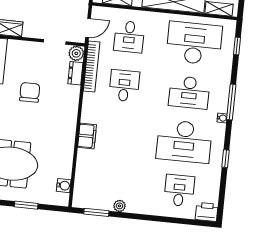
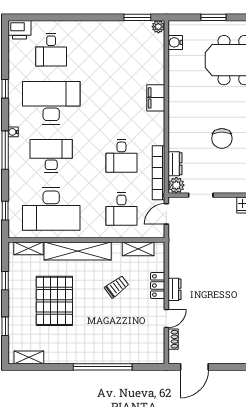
desk: (129, 37) -> (121, 209), turned 180
plant: (119, 206) -> (158, 27), moved

